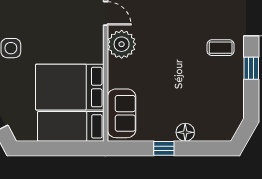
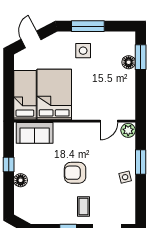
plant: (122, 44) -> (86, 133), removed
armchair: (175, 59) -> (75, 173), added

